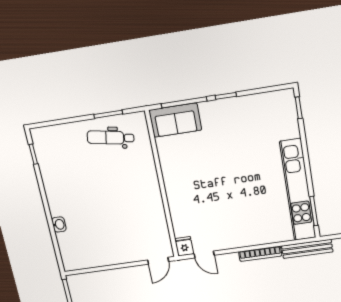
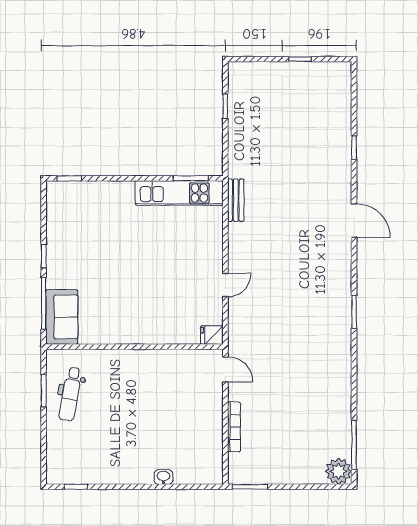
kitchen unit: (298, 190) -> (179, 193), width x0.73
bench: (307, 249) -> (236, 200), width x0.73
bookcase: (260, 254) -> (234, 427), moved
door: (204, 255) -> (225, 285), moved

